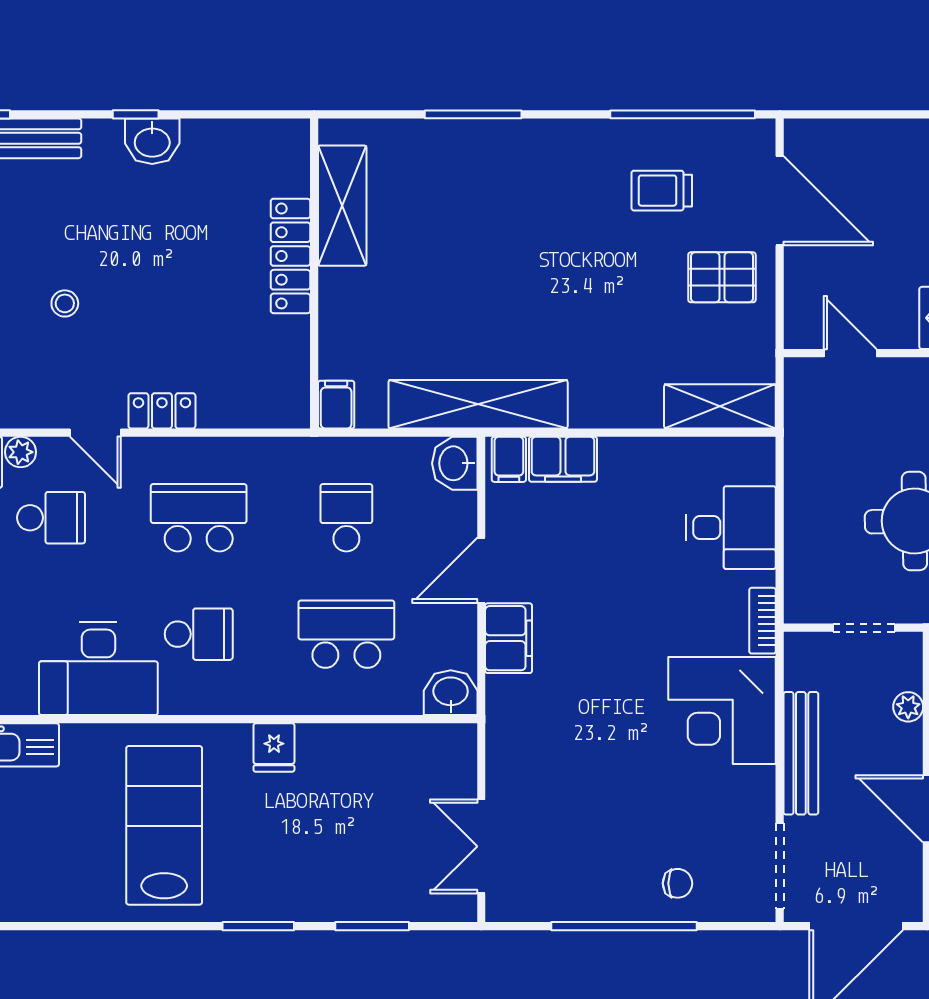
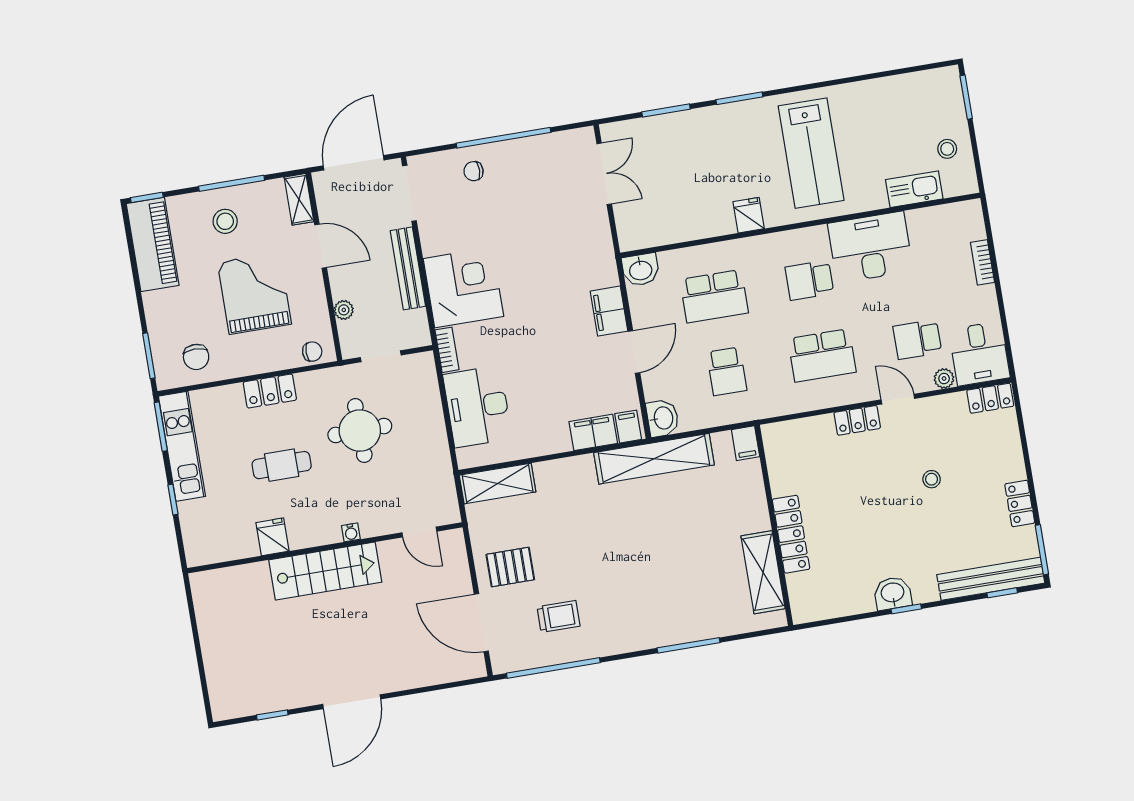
desk: (731, 528) -> (477, 407), width x1.37

